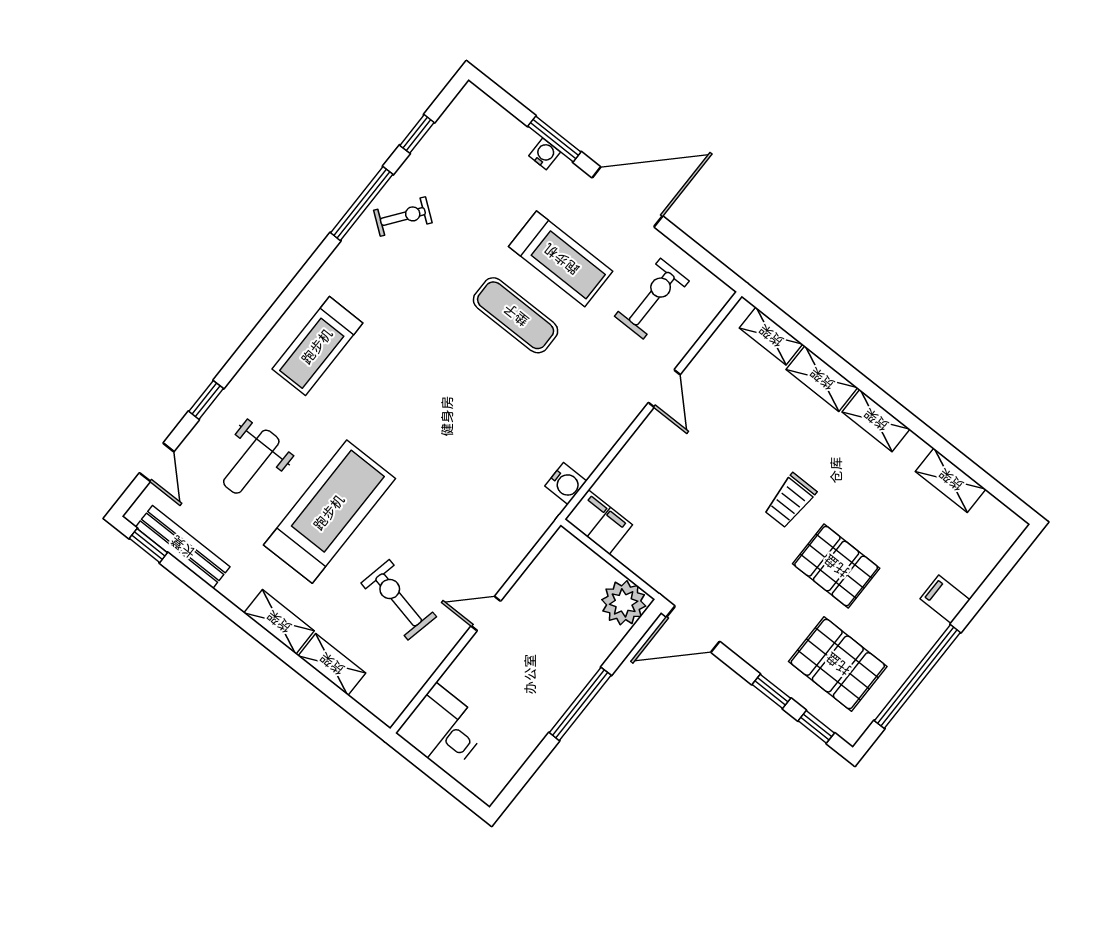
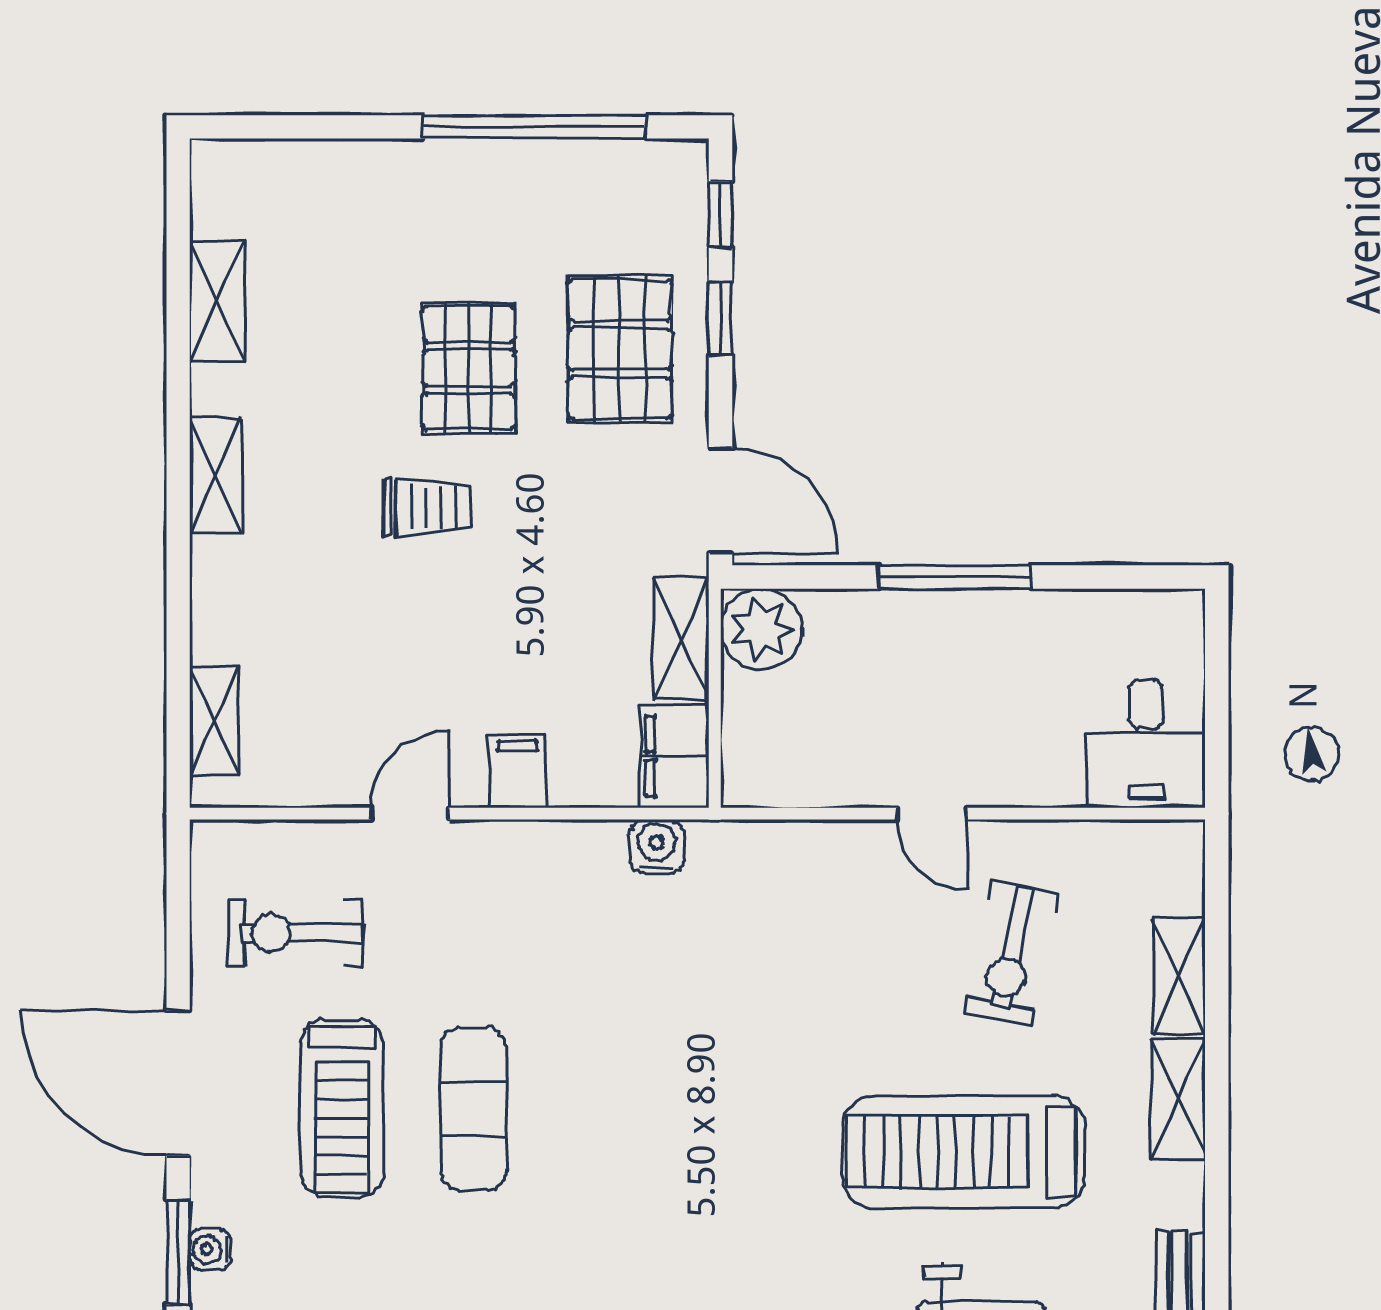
treadmill: (561, 259) -> (342, 1108), turned 180
shelving: (822, 379) -> (681, 638), moved
filing cabinet: (945, 599) -> (518, 771), moved, turned 180
pallet: (838, 664) -> (620, 349), moved

